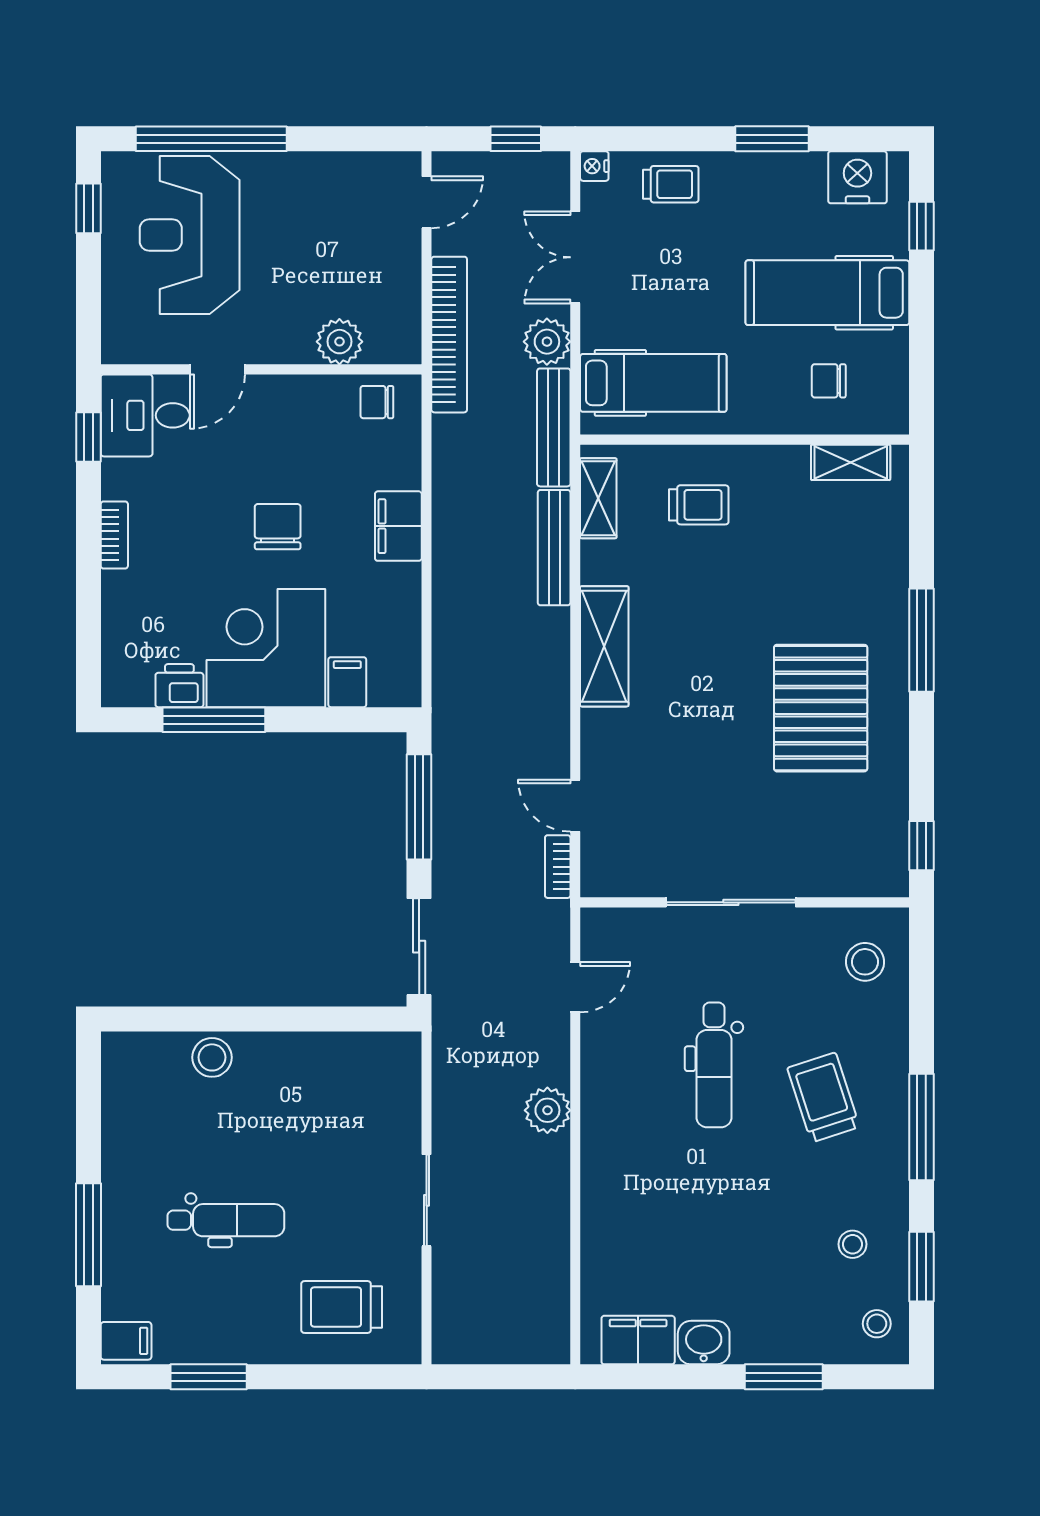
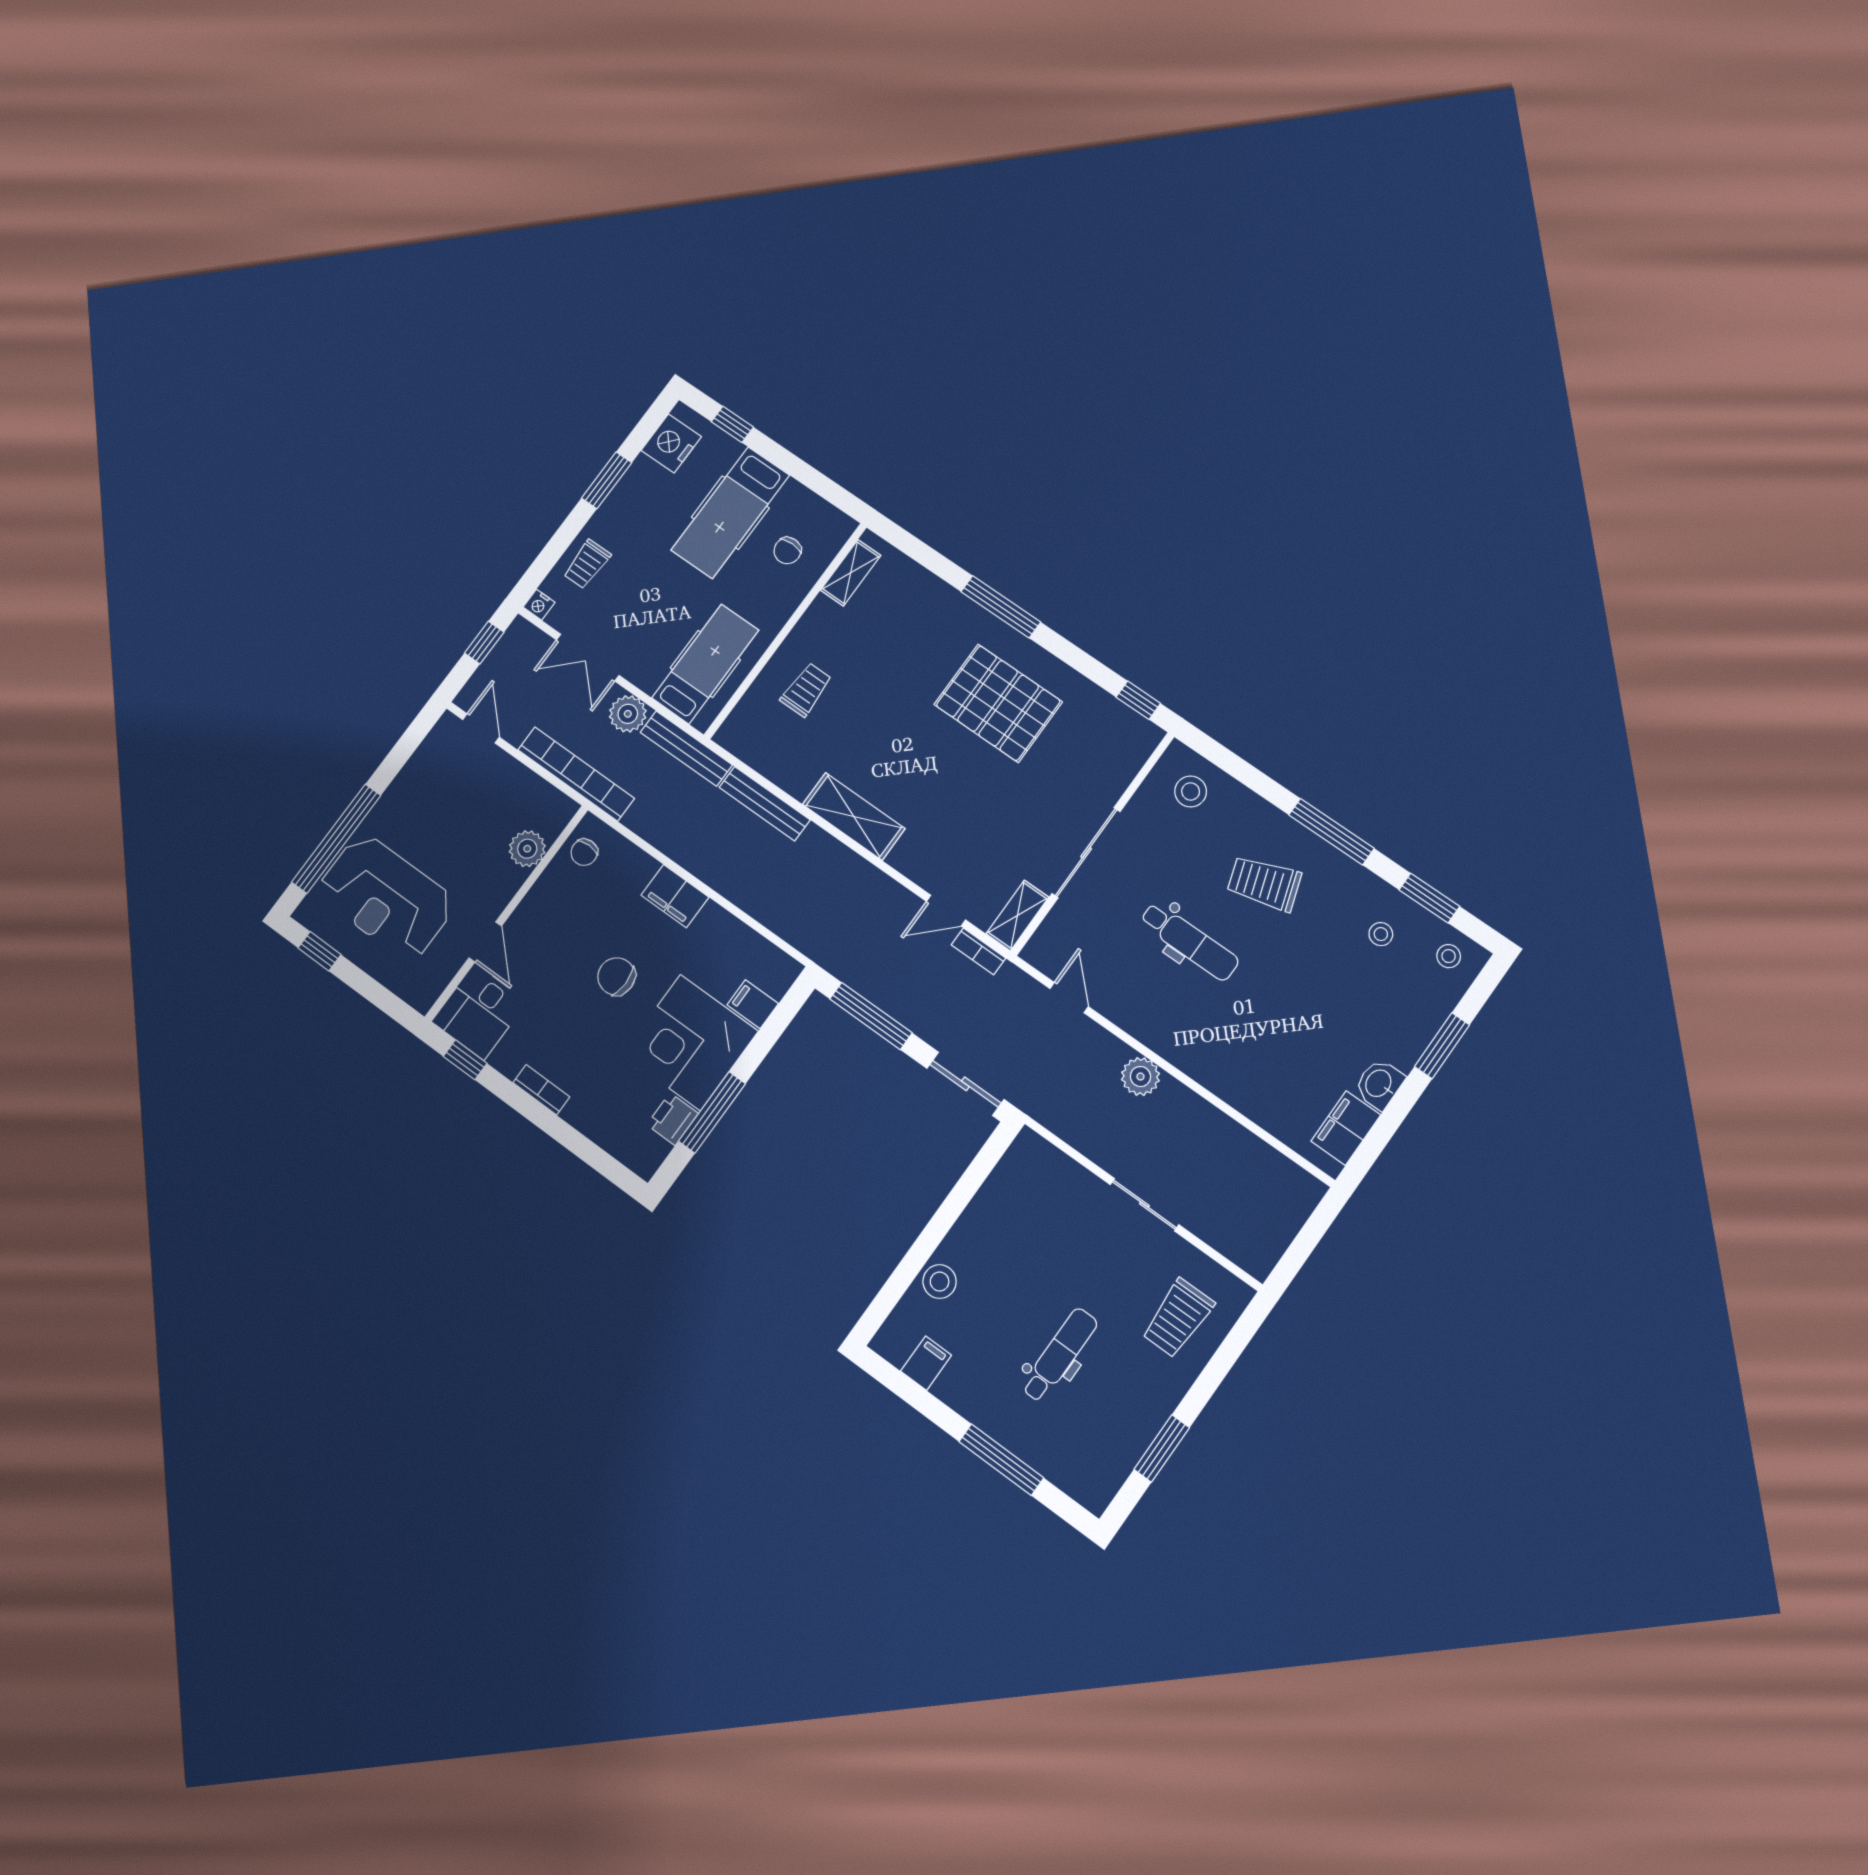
trolley: (671, 184) -> (587, 564), turned 180
shelving: (598, 498) -> (1017, 915), moved, turned 90
filing cabinet: (126, 1341) -> (926, 1363), moved

